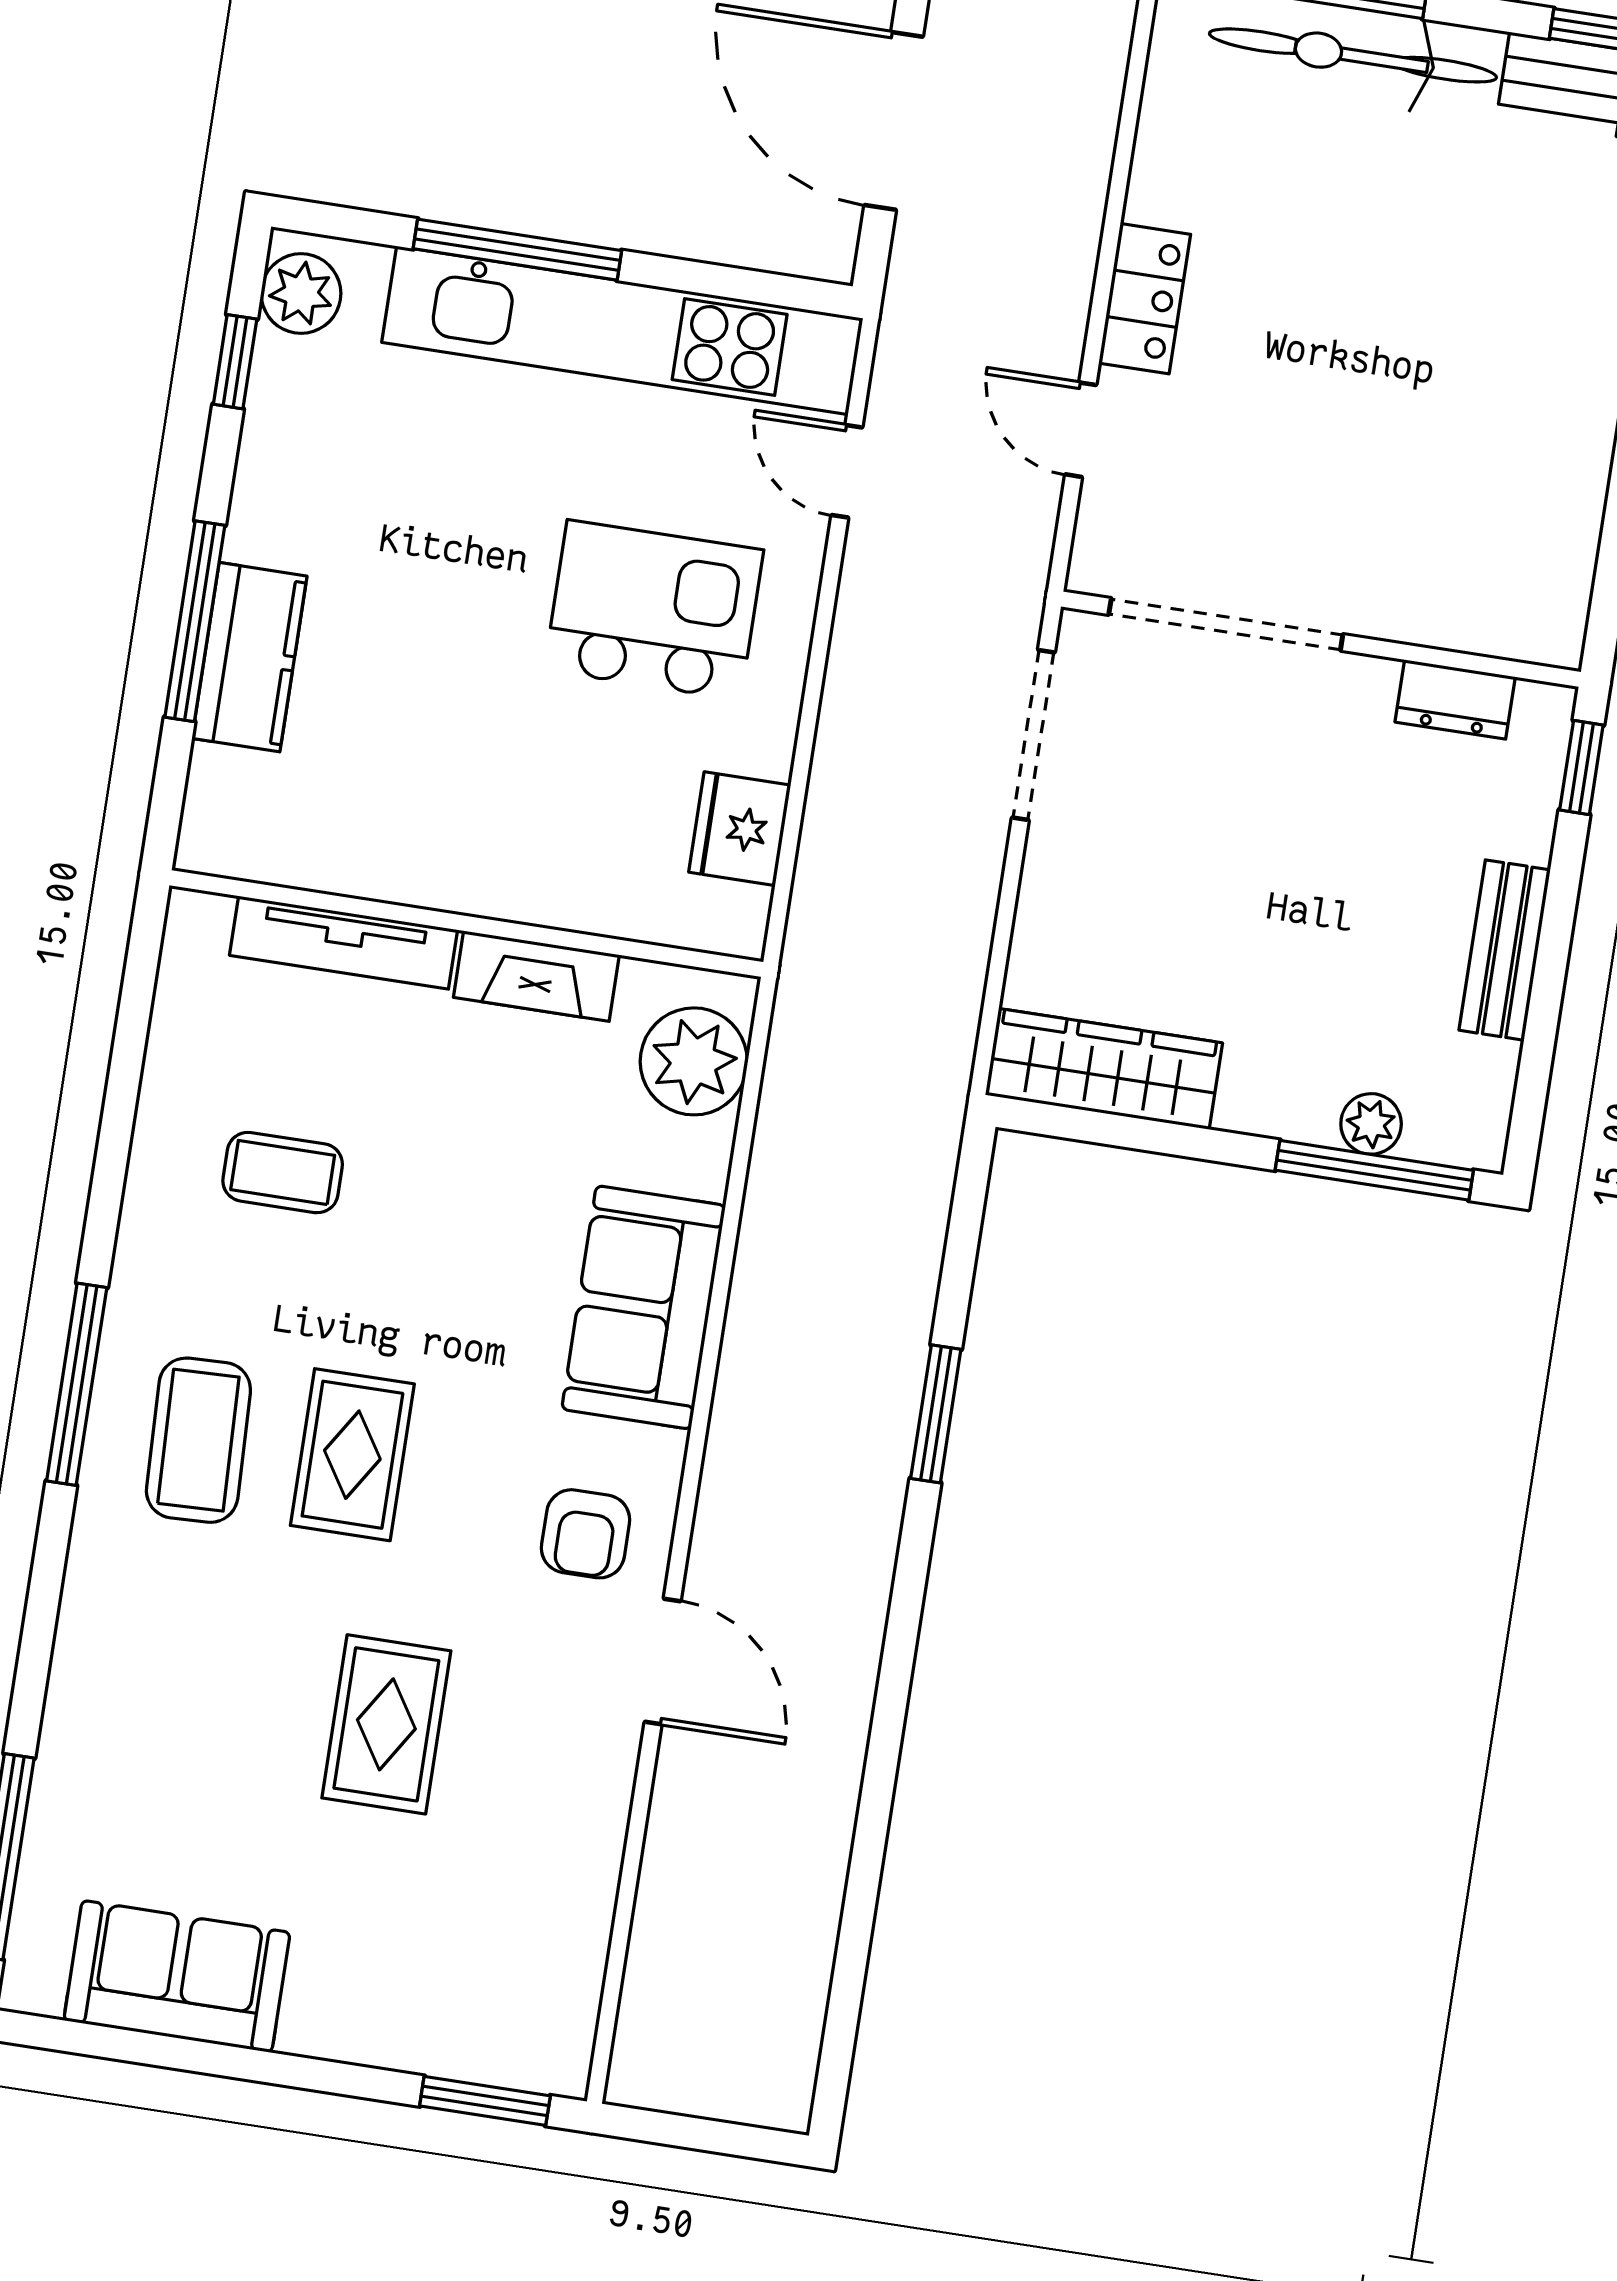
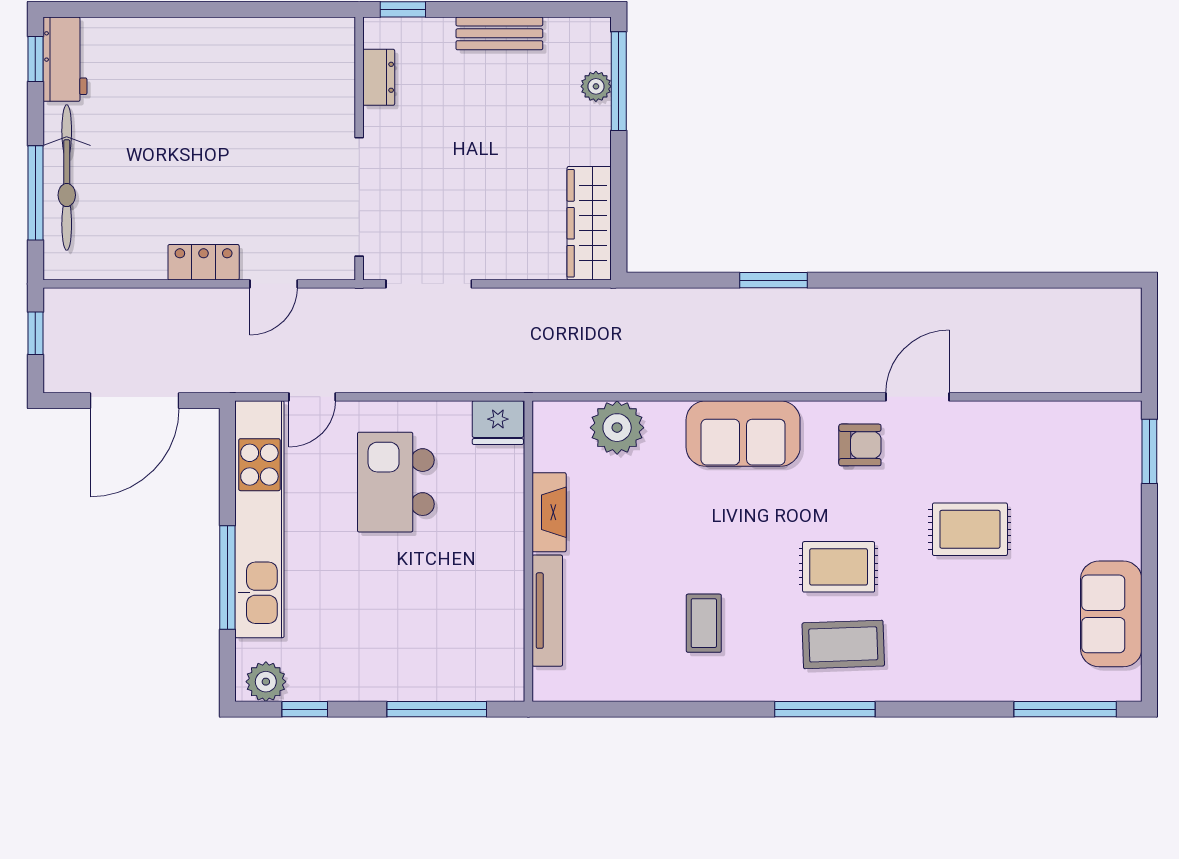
kitchen counter: (249, 657) -> (450, 679), removed
wall: (466, 924) -> (528, 551), moved
tv unit: (344, 943) -> (547, 611), moved
fireplace: (536, 976) -> (549, 512), moved

